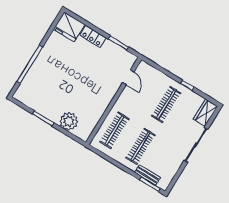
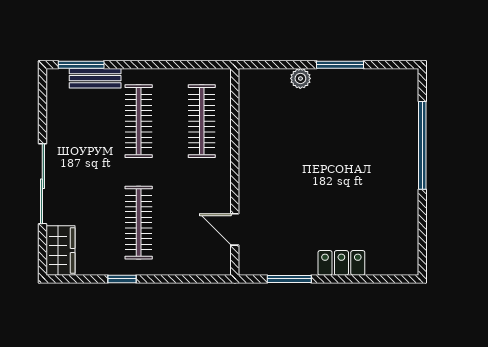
fridge: (69, 27) -> (393, 254), removed
plant: (69, 121) -> (300, 78), width x0.53, depth x0.53

